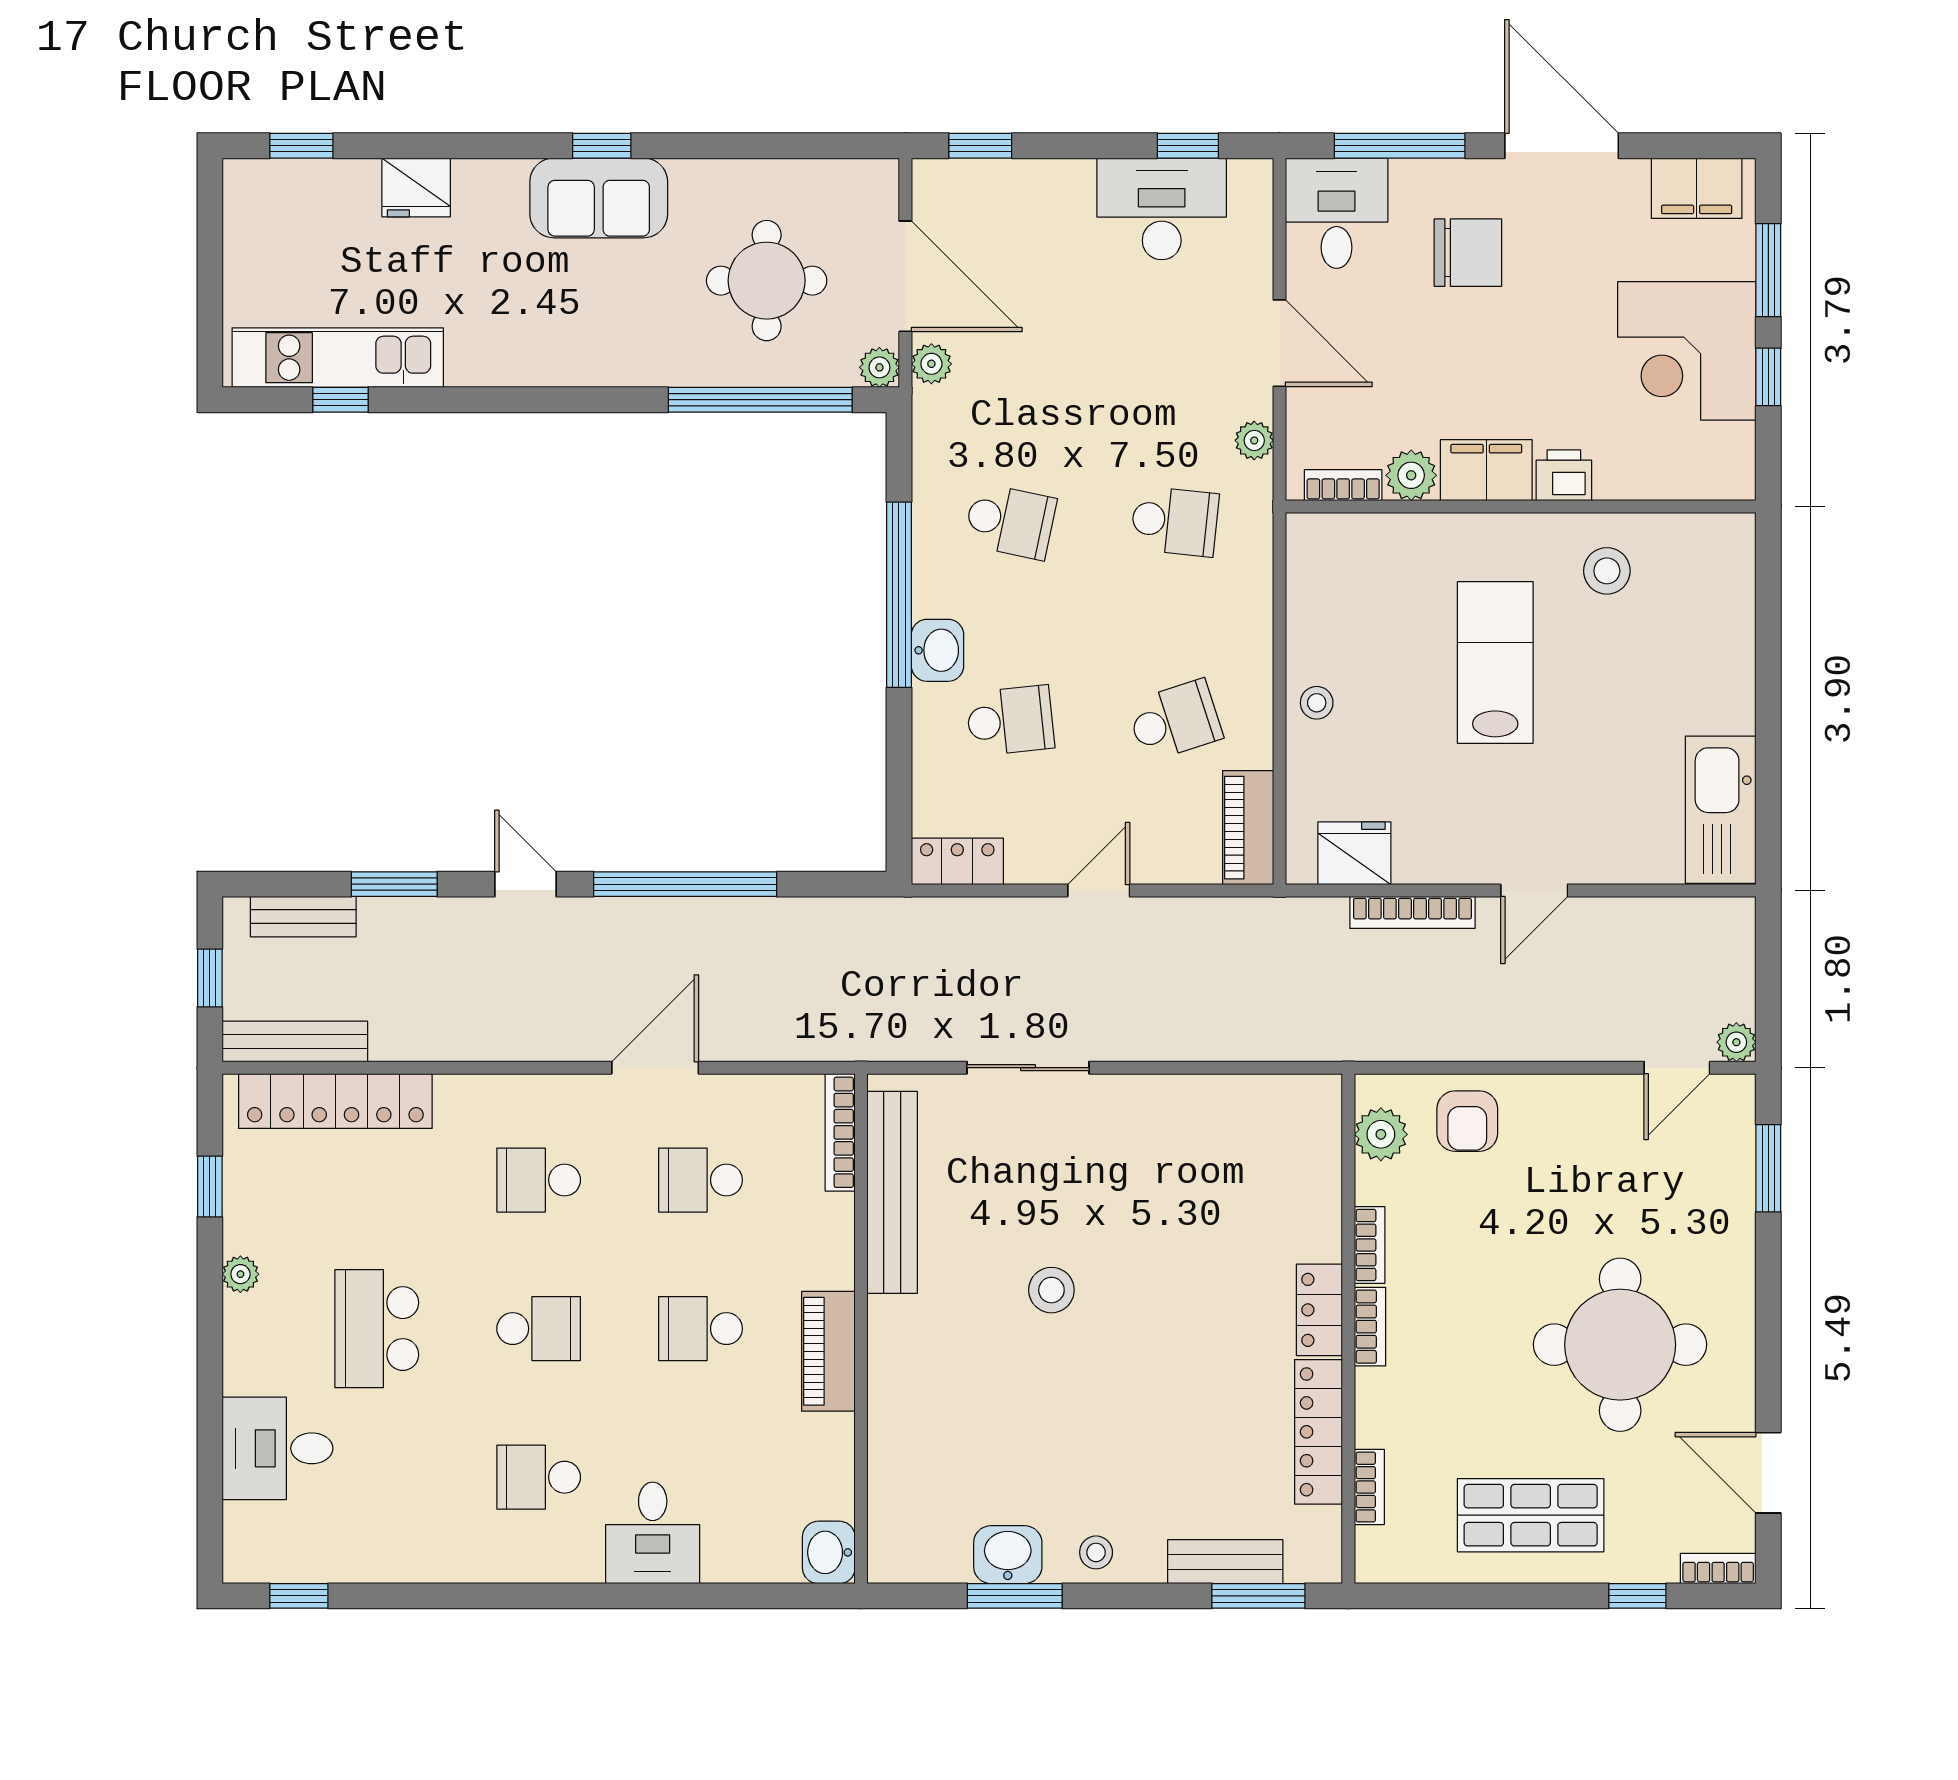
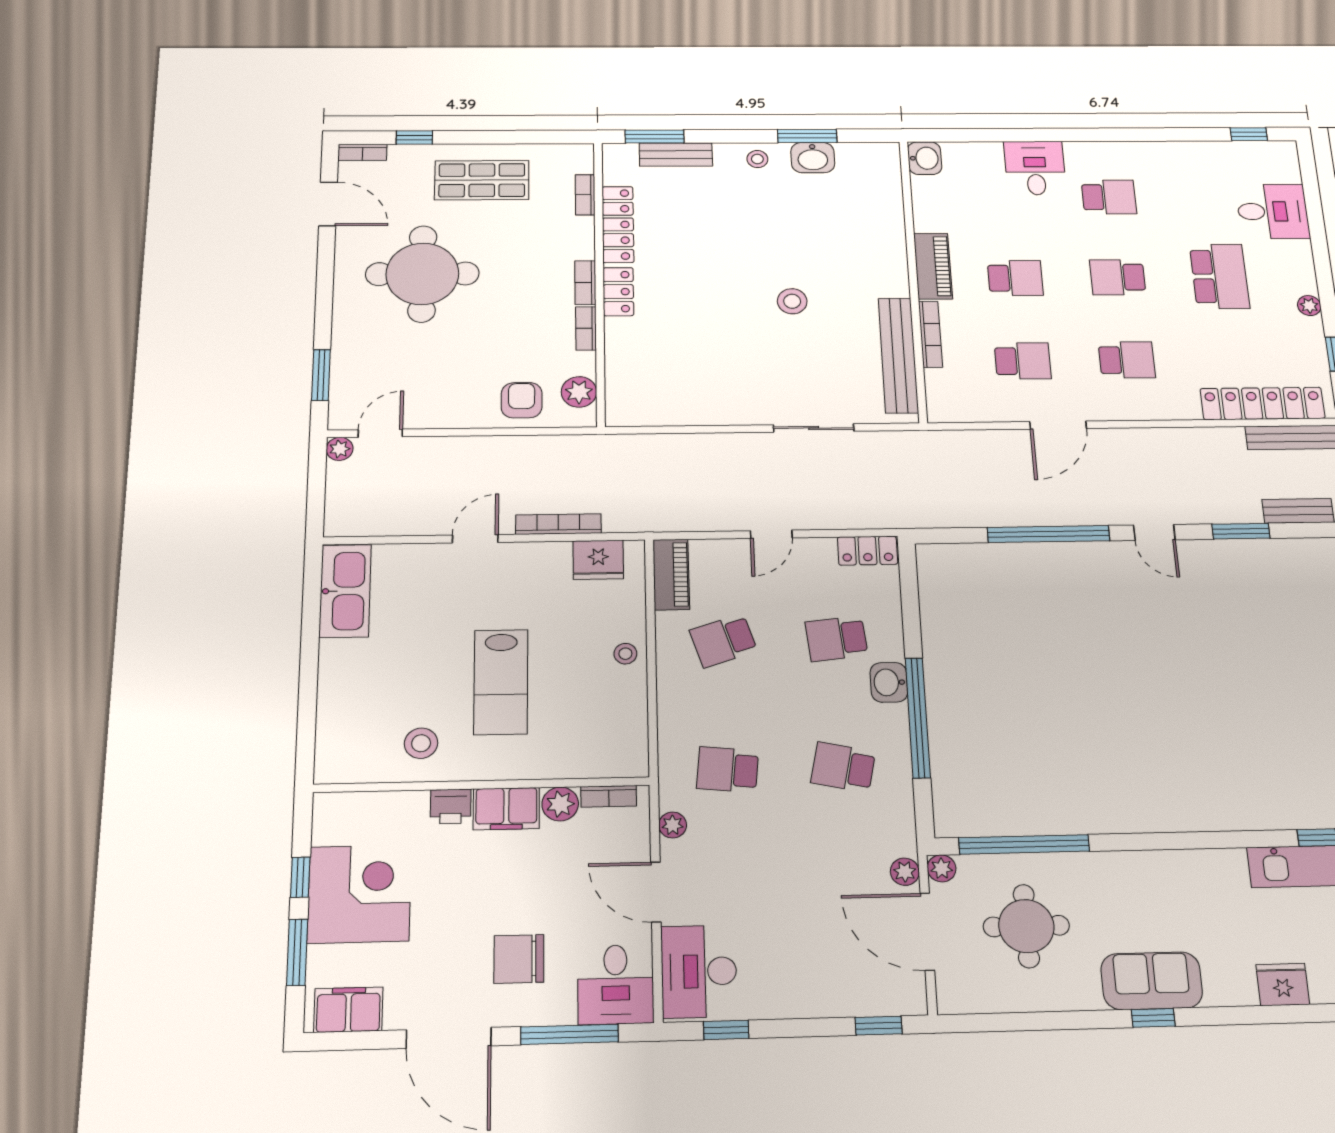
desk: (1162, 209) -> (699, 971), moved, turned 90
bookcase: (840, 1132) -> (930, 334), moved

